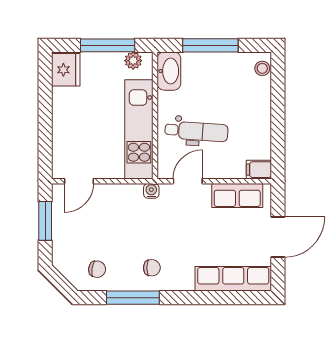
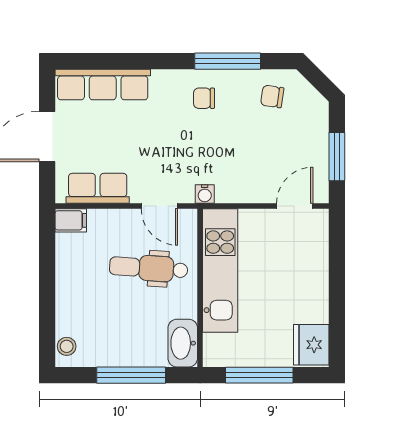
plant: (133, 61) -> (227, 356), removed
door: (188, 181) -> (159, 206), hinge flipped

